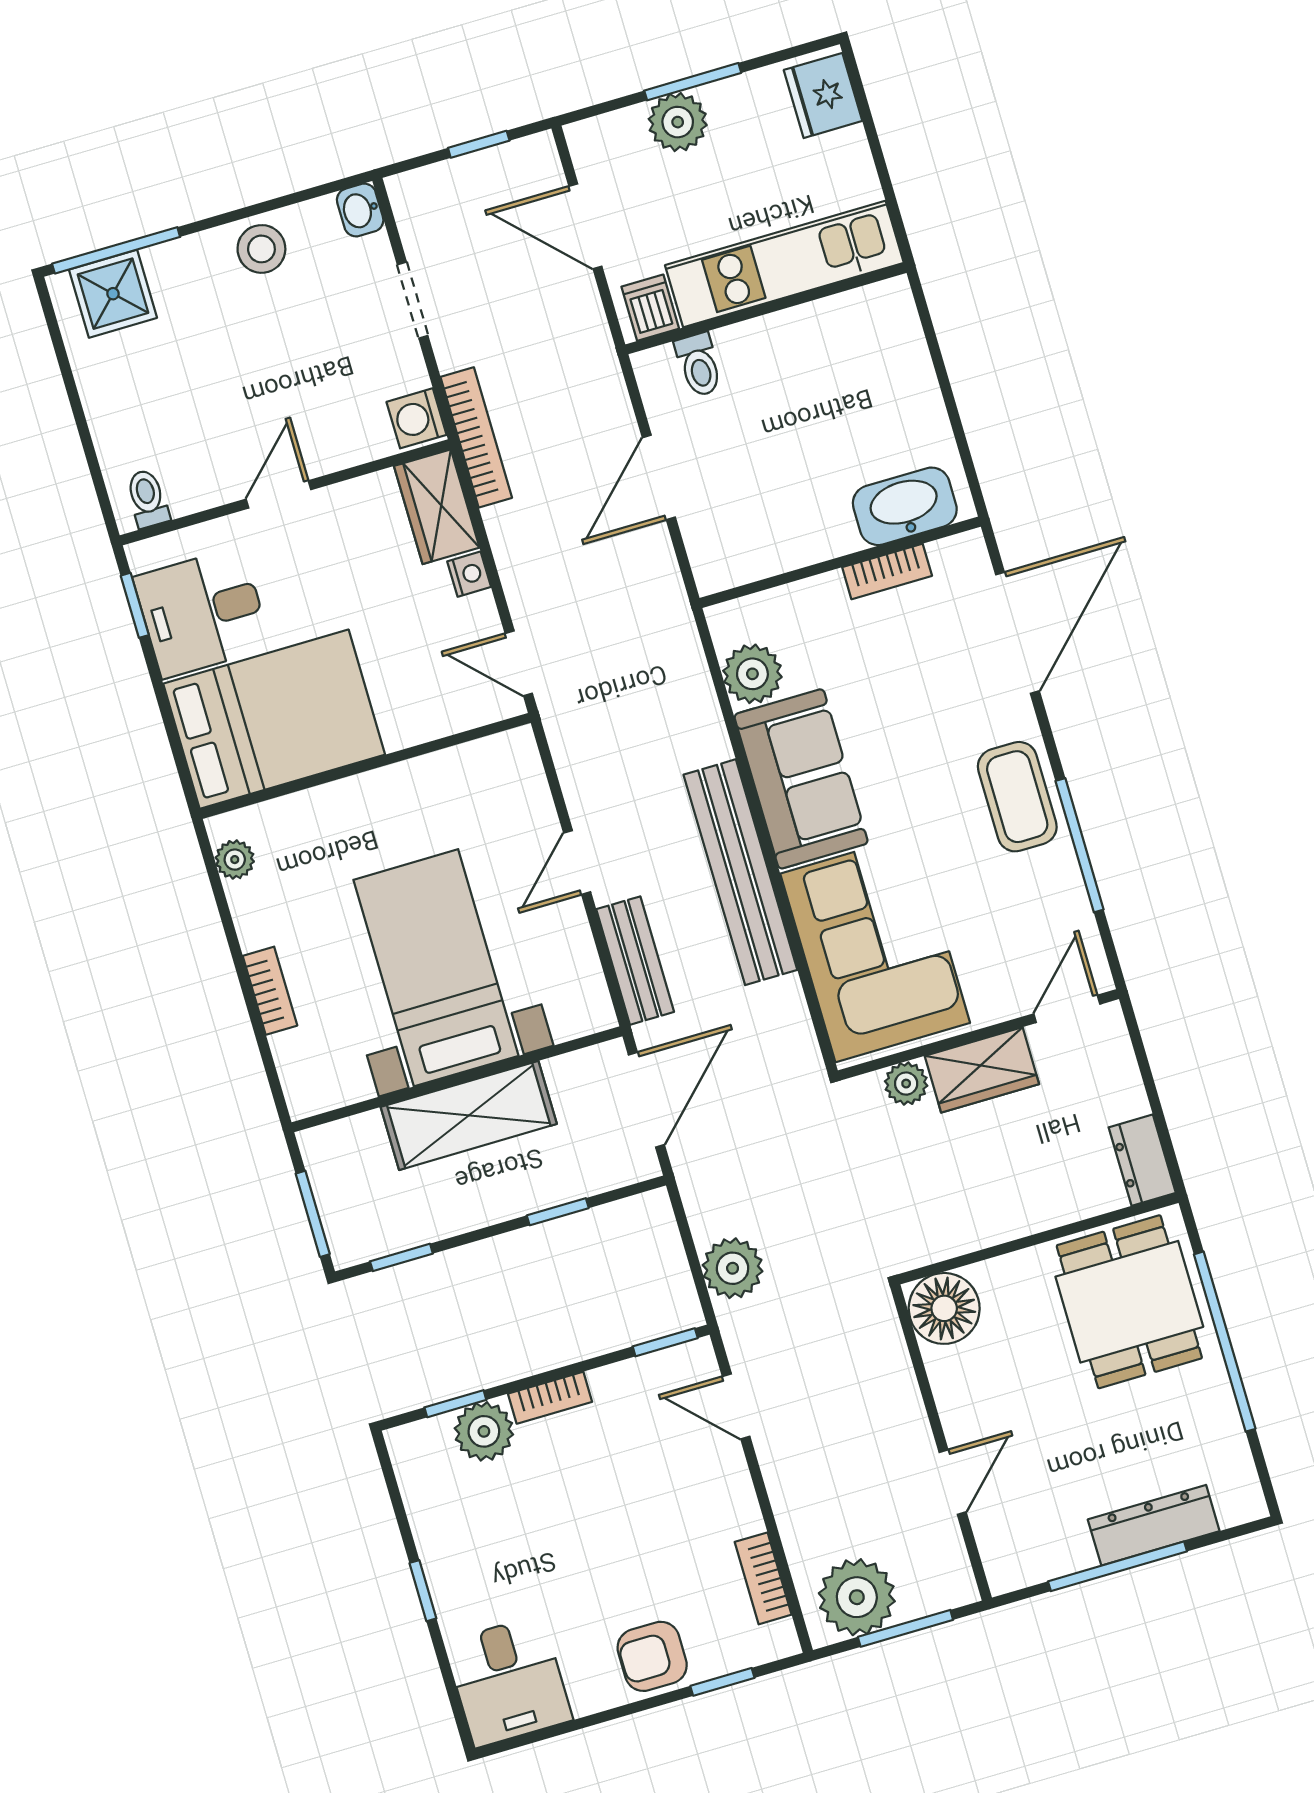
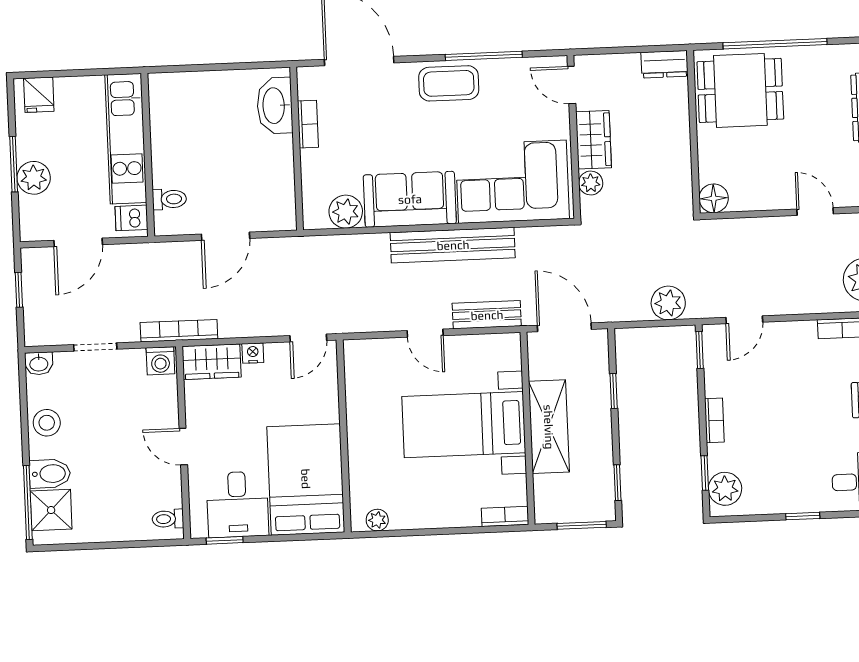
fridge: (823, 95) -> (39, 95), width x0.72
bidet: (175, 276) -> (50, 474), added
door: (659, 477) -> (225, 236), hinge flipped
bookcase: (270, 991) -> (505, 516), moved
floor lamp: (944, 1308) -> (714, 198), width x0.73, depth x0.73
plant: (484, 1431) -> (725, 489), moved

